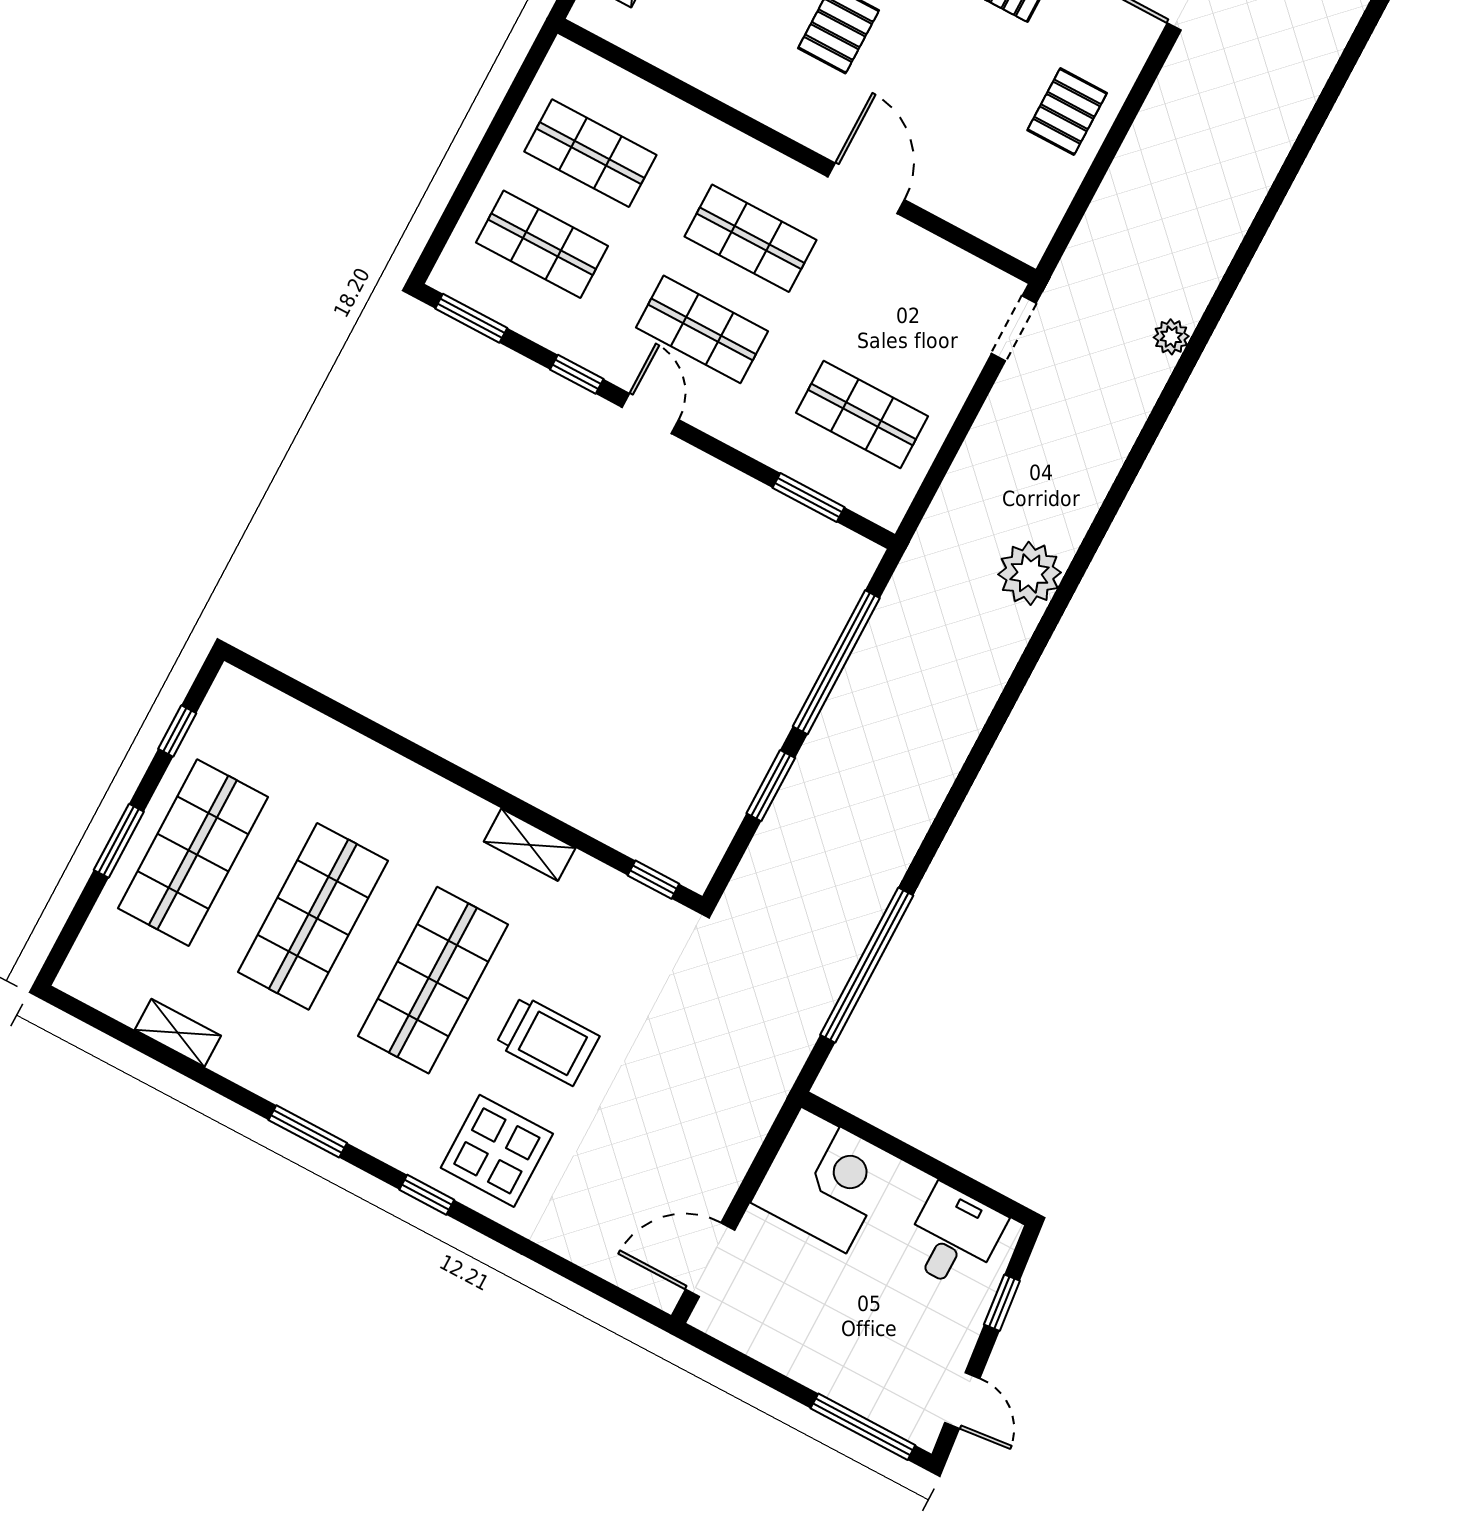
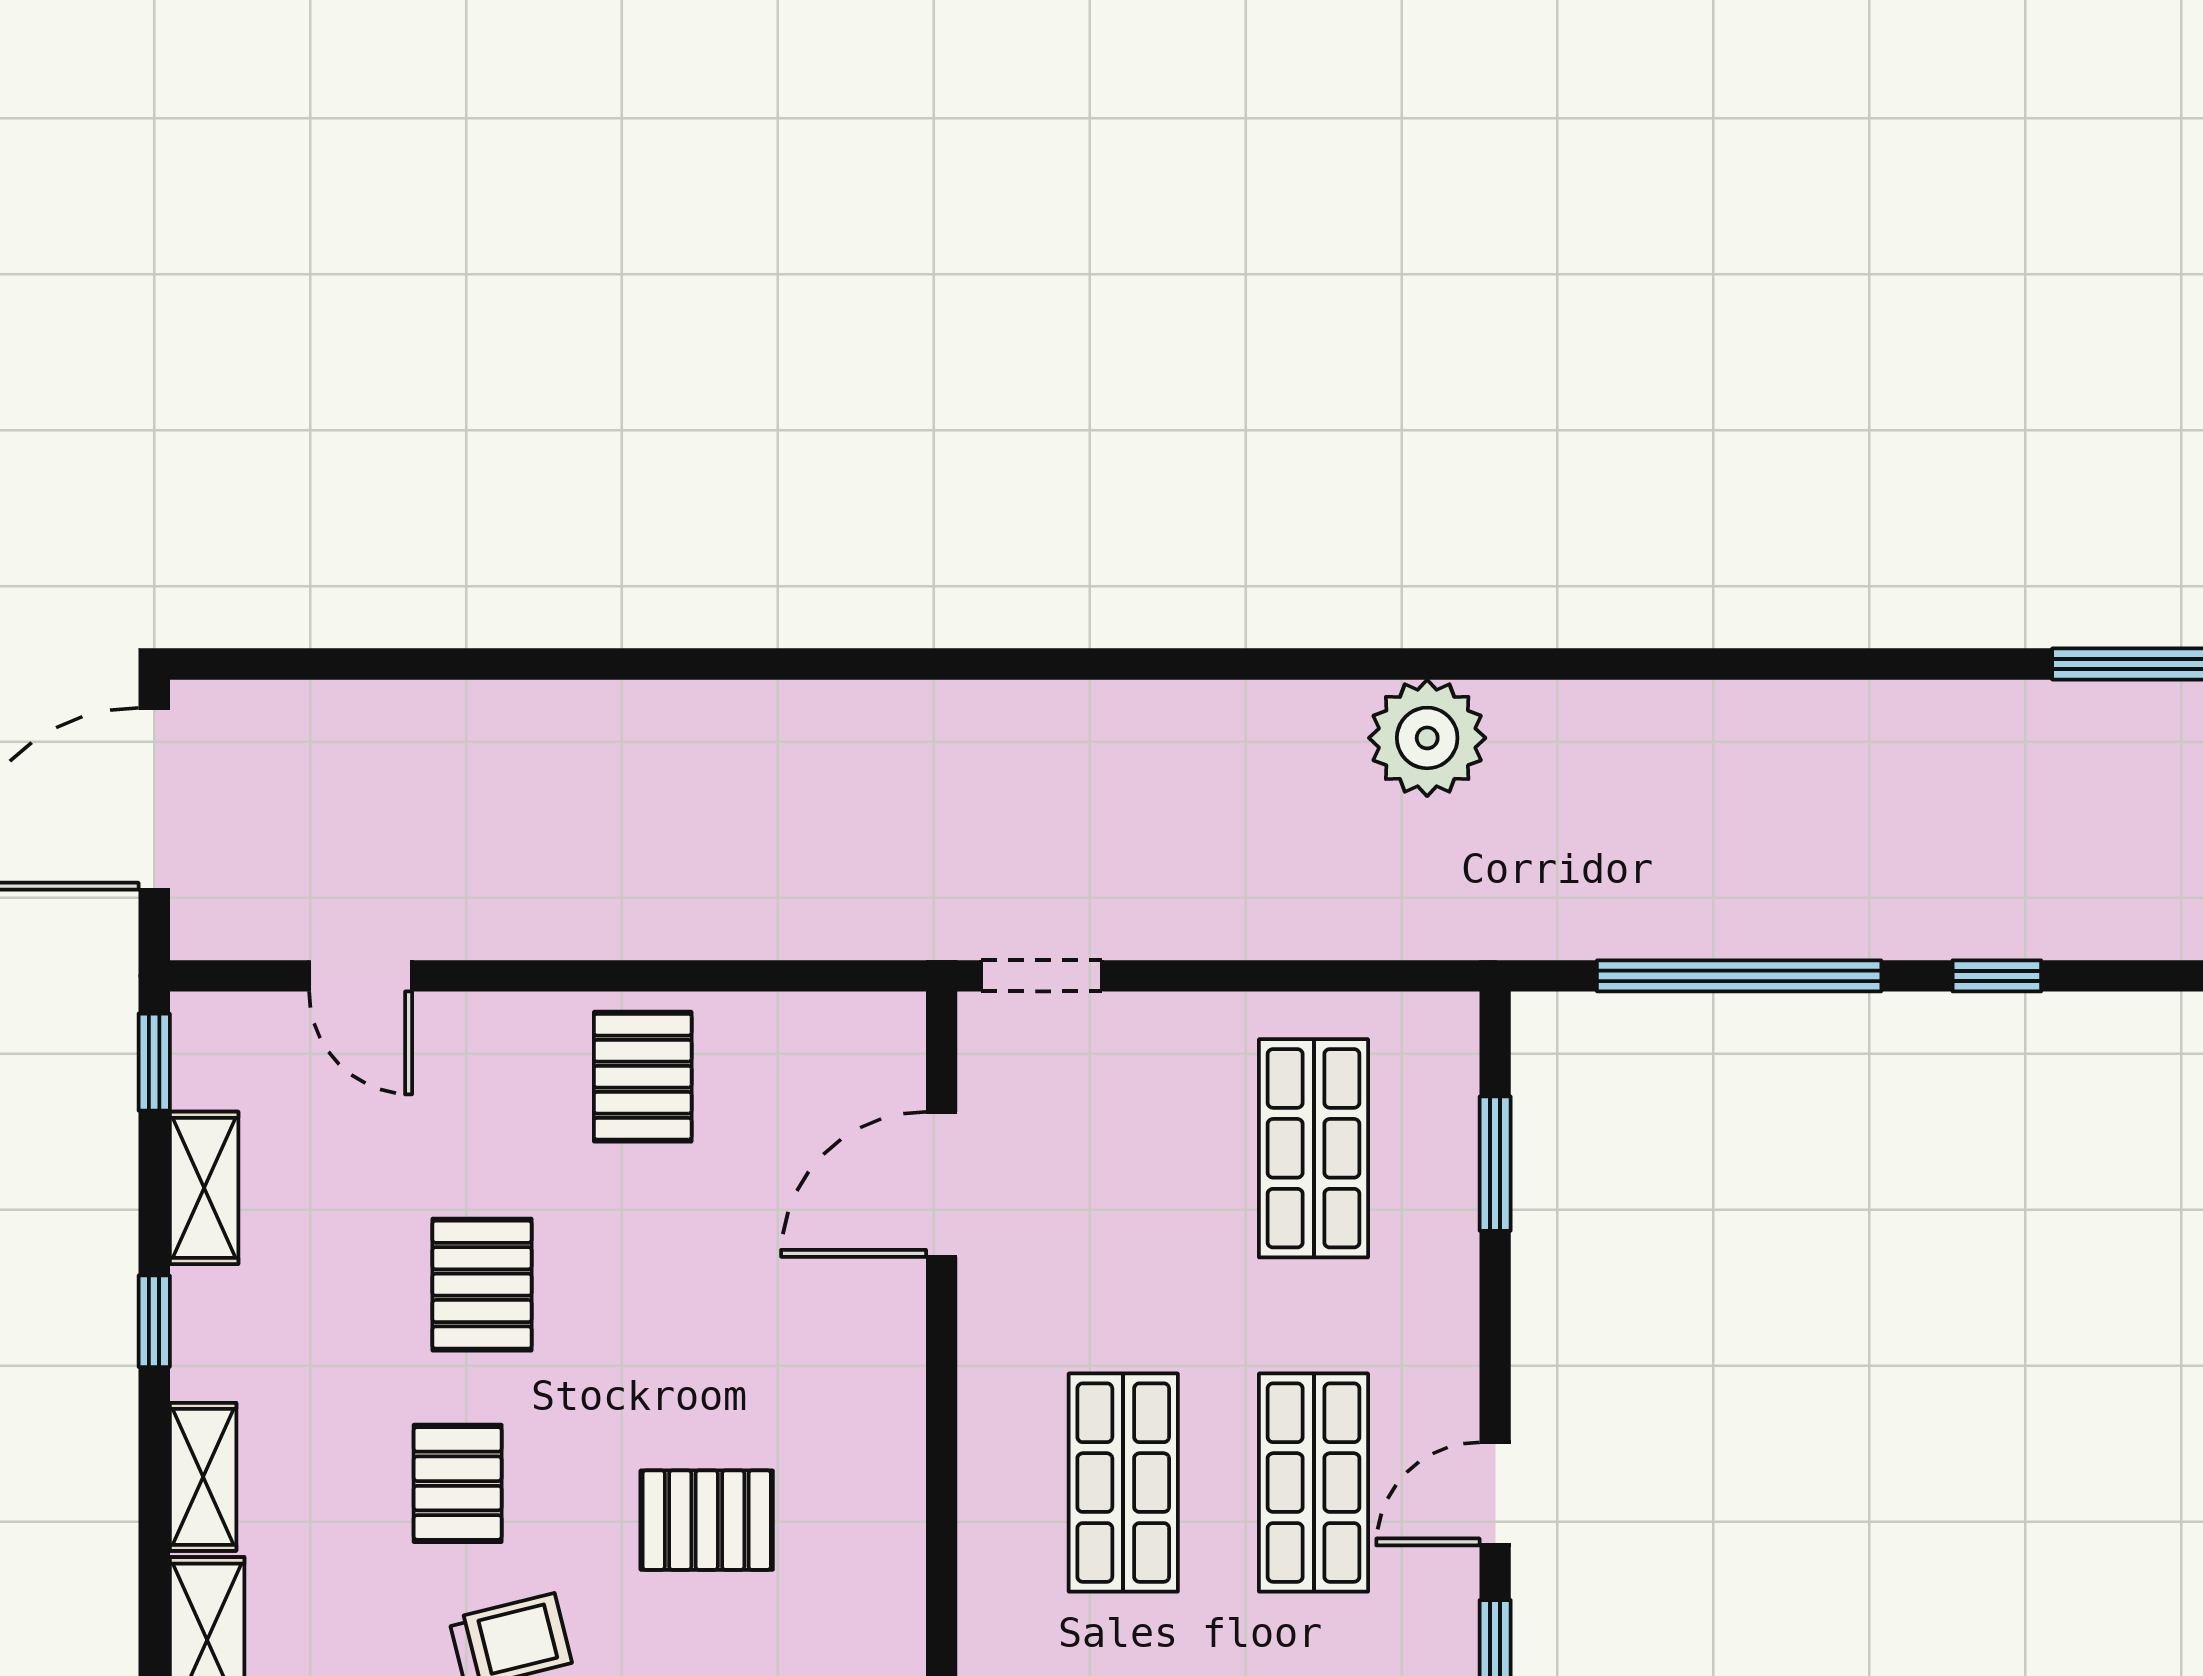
pallet: (1067, 112) -> (643, 1077), turned 90
door: (866, 188) -> (942, 1184), moved
plant: (1171, 337) -> (919, 712), removed
window: (771, 786) -> (1997, 976), width x0.67

